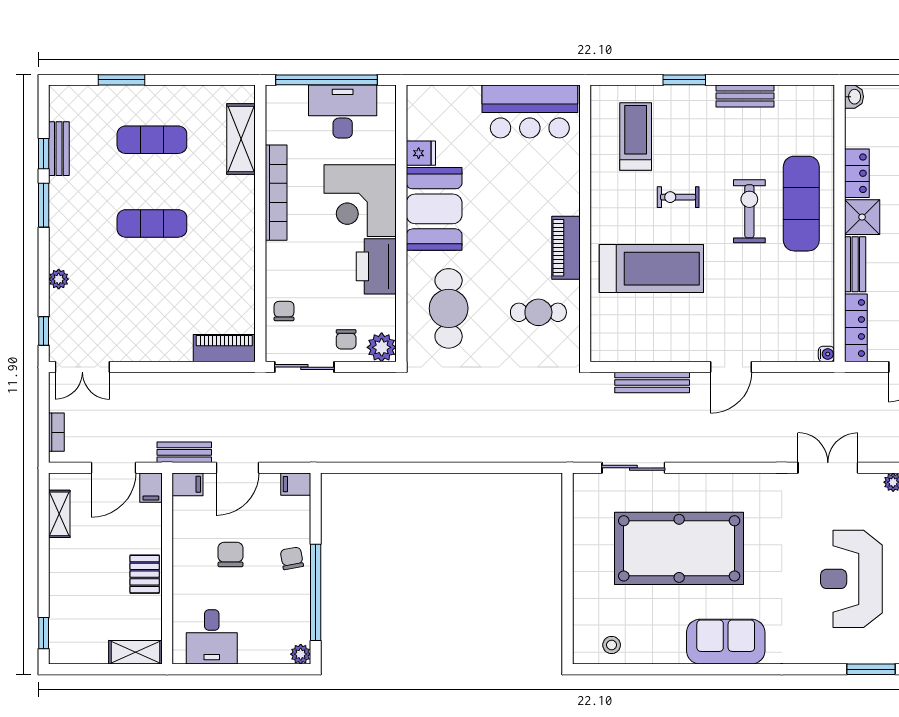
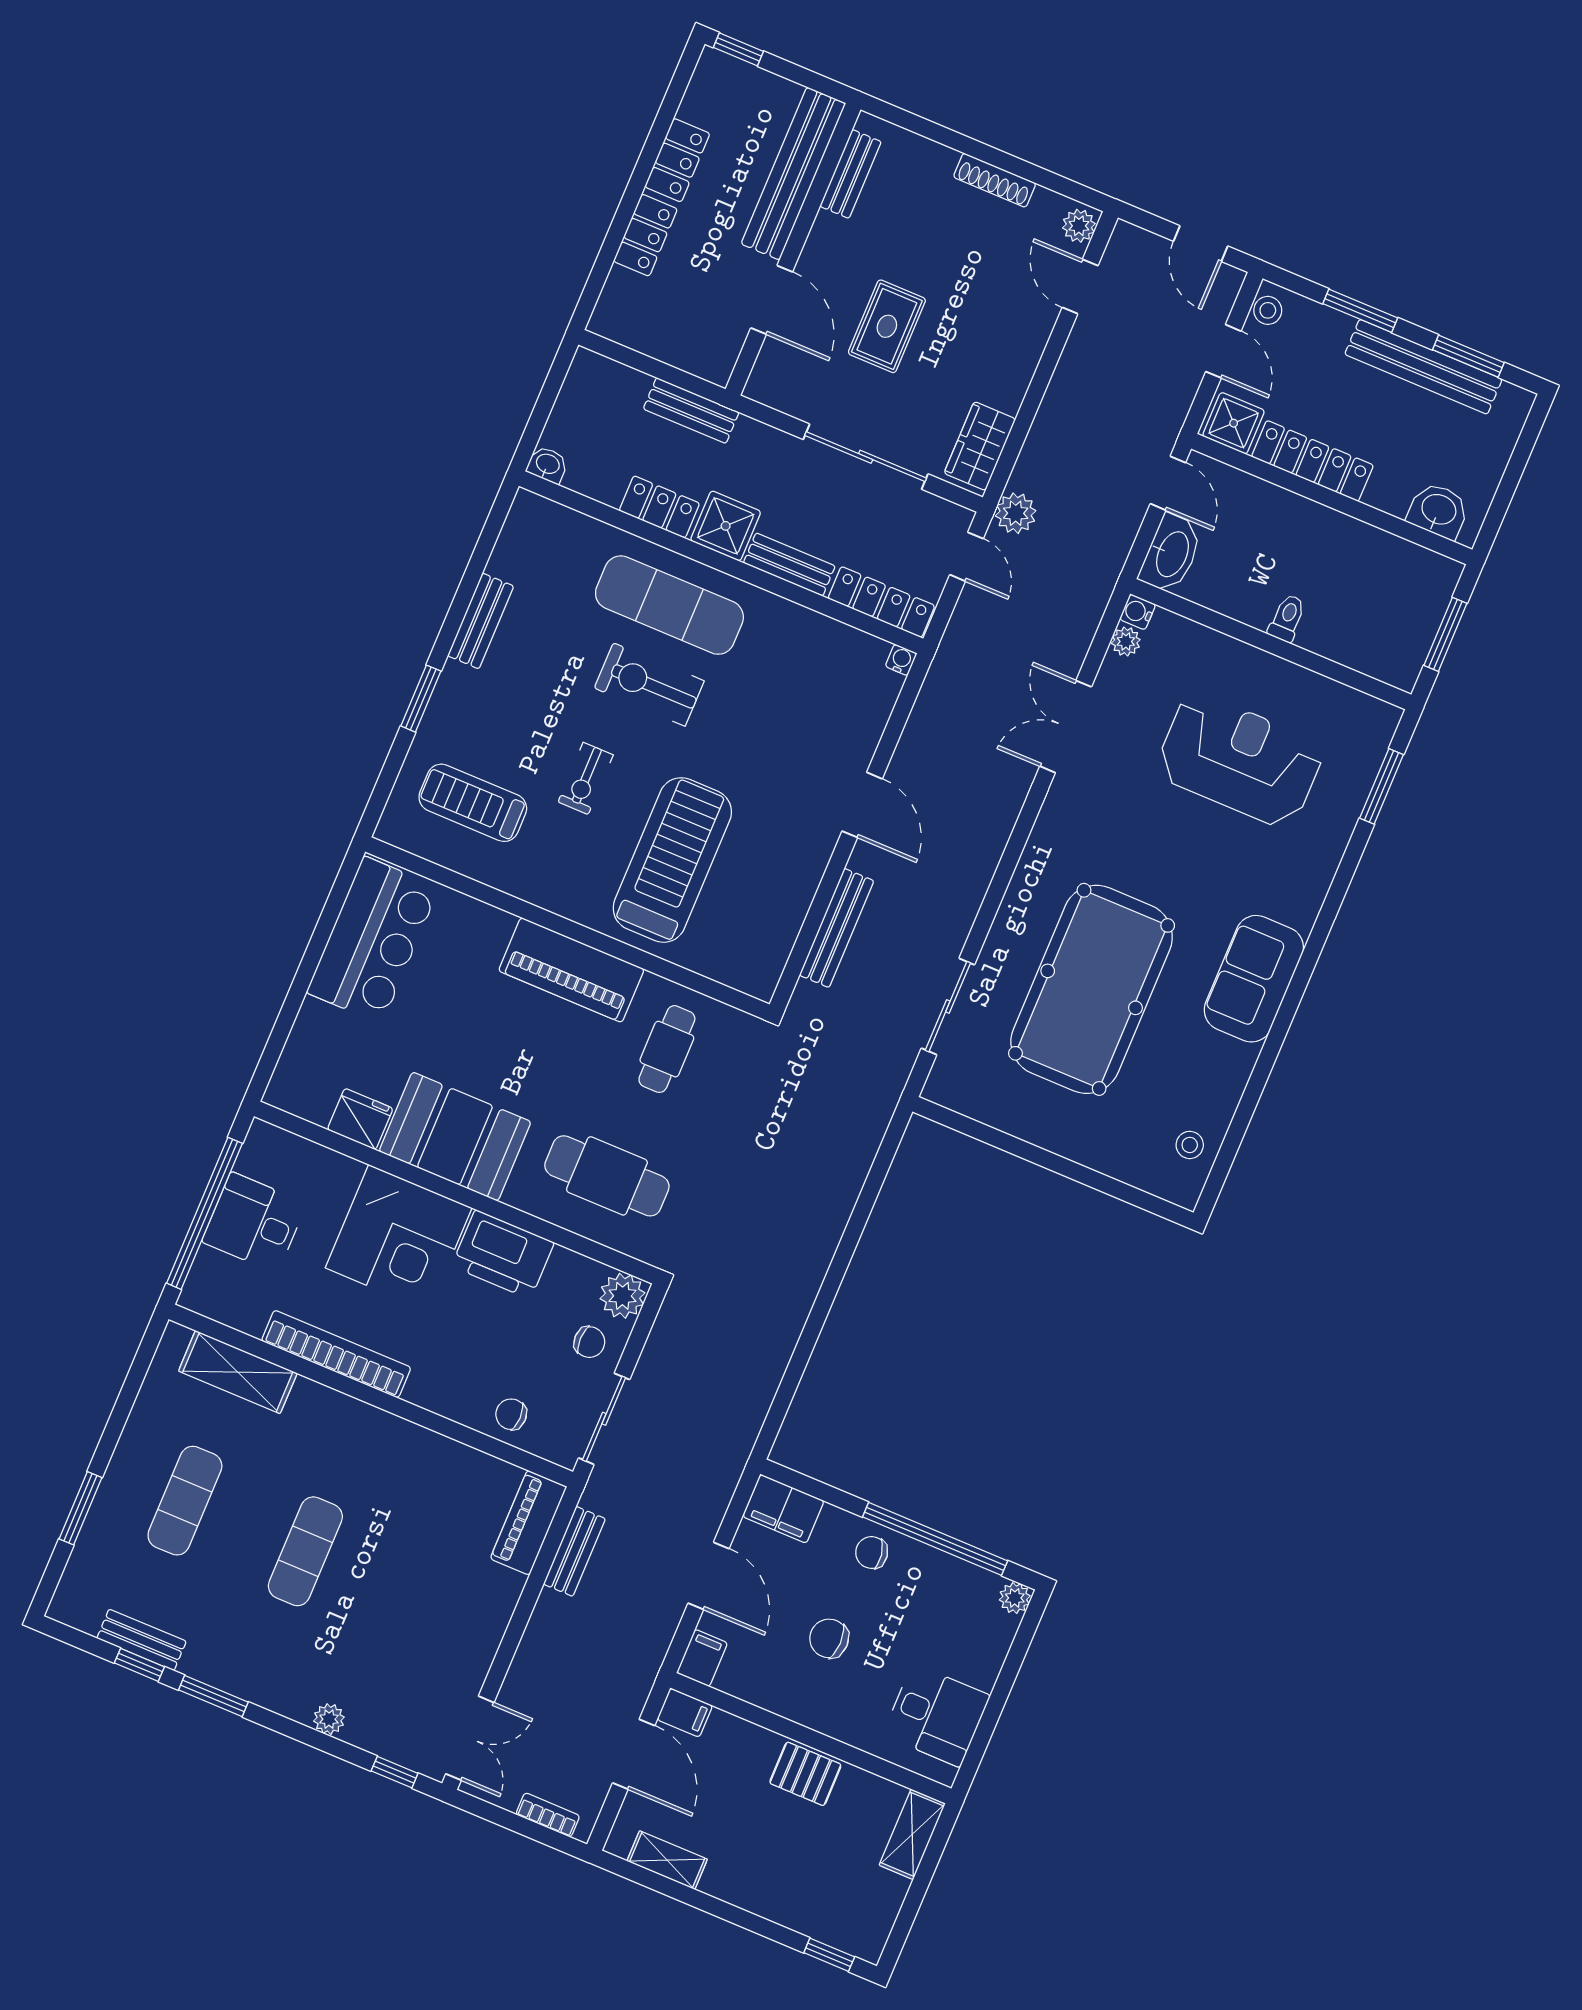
desk: (343, 112) -> (254, 1223), width x0.73
fridge: (421, 153) -> (360, 1119), width x1.38
piano: (566, 248) -> (571, 970), width x1.37, depth x1.33
bench: (184, 452) -> (574, 1551), moved
filing cabinet: (296, 484) -> (783, 1509), width x2.00
reception desk: (851, 579) -> (1240, 760), turned 180

